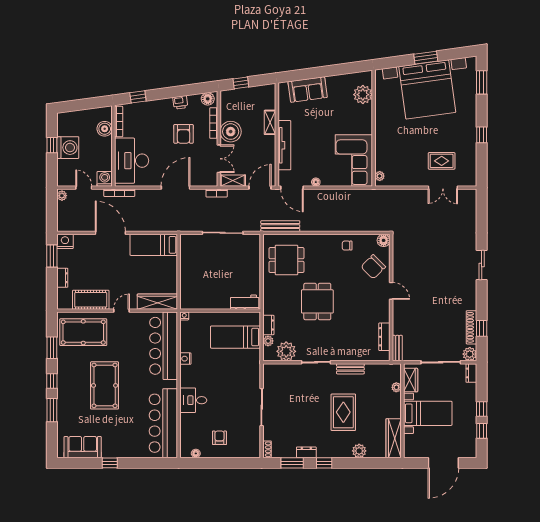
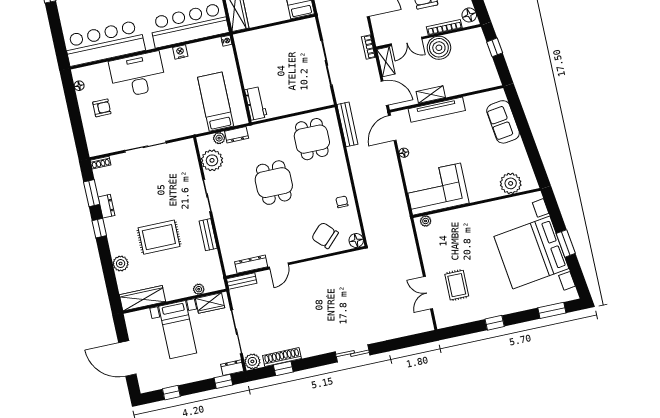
shelving: (270, 122) -> (431, 95), moved
door: (391, 291) -> (279, 266), moved
dining table: (317, 301) -> (274, 183), turned 90
desk: (193, 400) -> (138, 75), width x1.87, depth x1.30
window: (482, 409) -> (223, 381), moved

